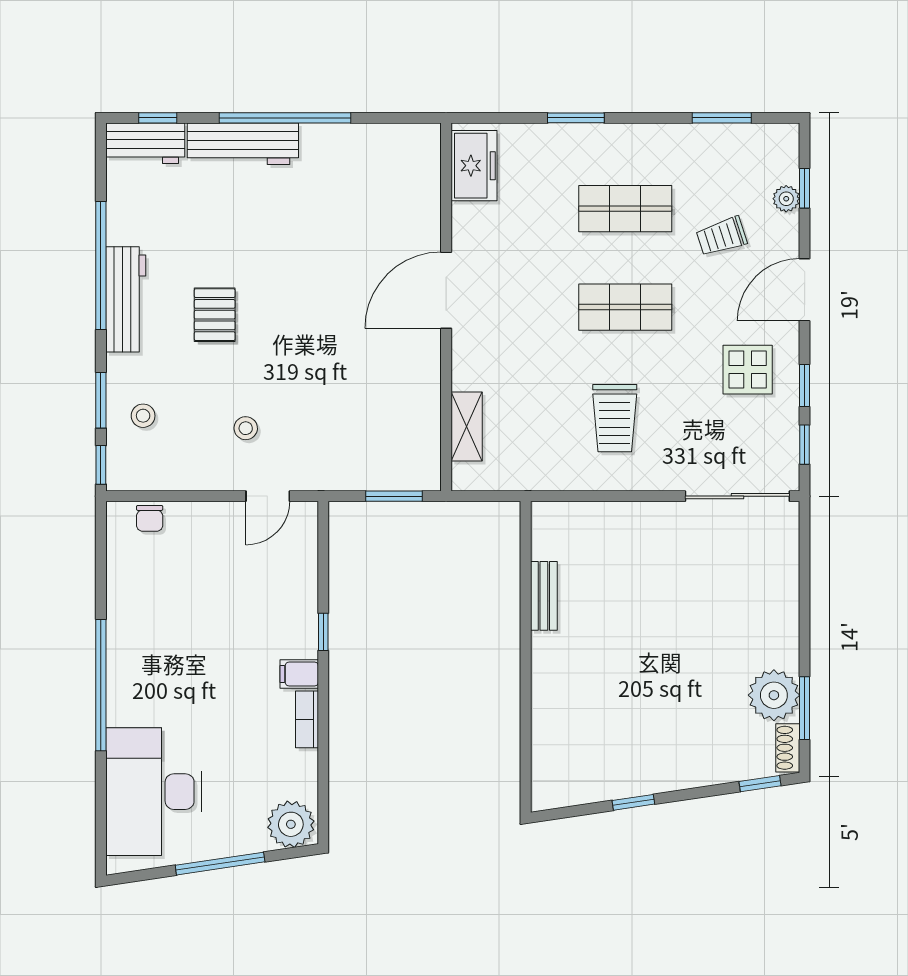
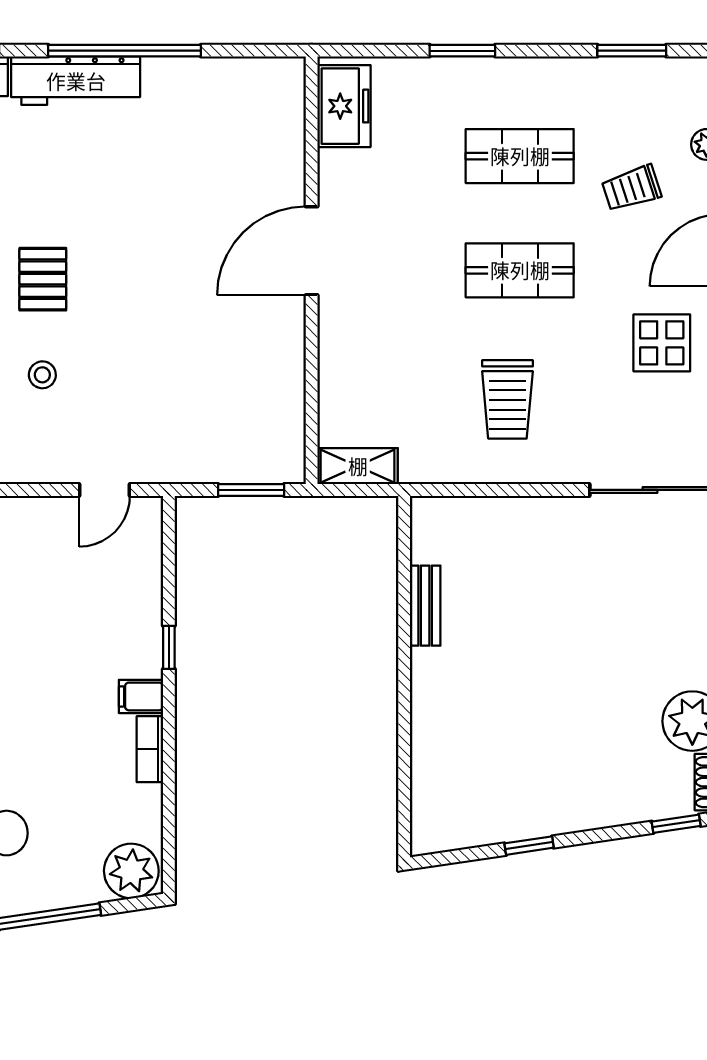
shelving: (467, 426) -> (358, 466), moved, turned 90
stool: (246, 428) -> (42, 375), moved

